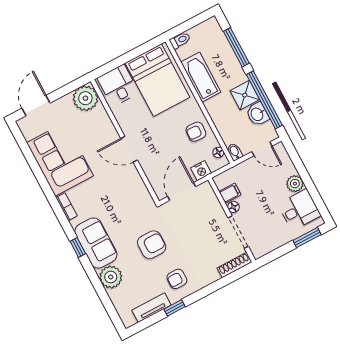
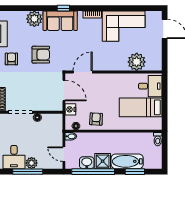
window: (236, 47) -> (135, 172), width x0.69
bathtub: (201, 77) -> (127, 161), moved, turned 180
bed: (157, 80) -> (141, 107), width x0.67
plant: (85, 98) -> (137, 62), moved
door: (129, 149) -> (83, 72), moved
door: (262, 149) -> (64, 154), hinge flipped
window: (308, 183) -> (28, 172), added
filing cabinet: (230, 193) -> (47, 120), removed
armchair: (152, 245) -> (41, 55), turned -90

